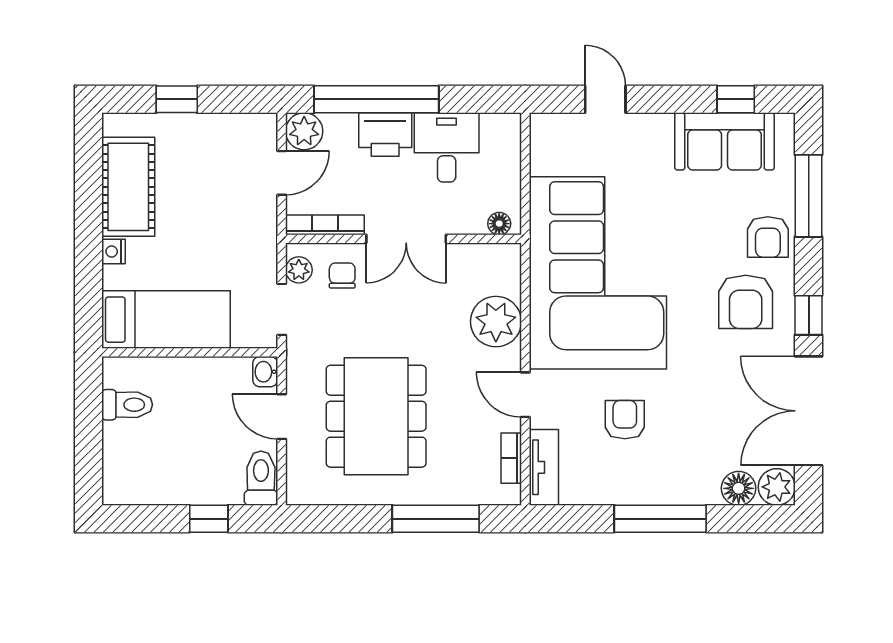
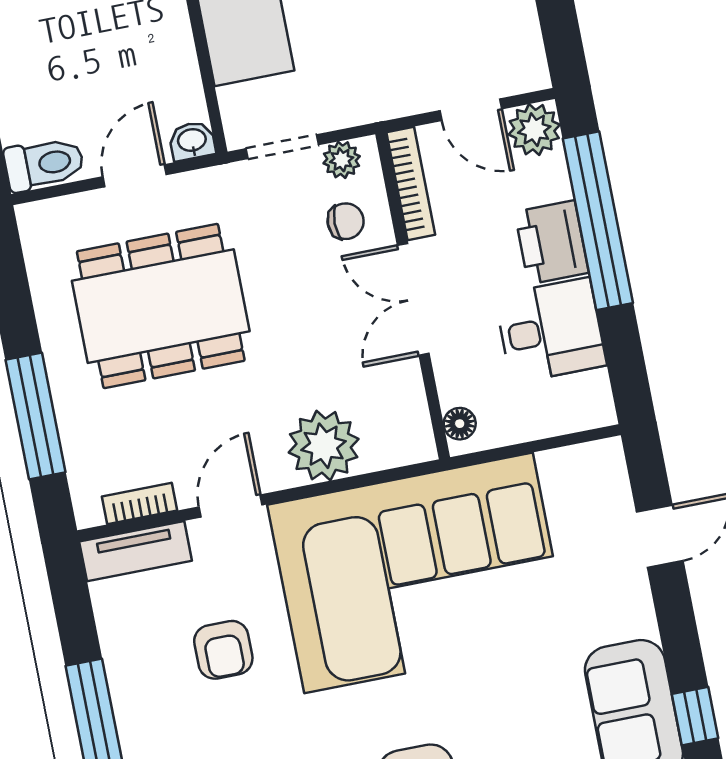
armchair: (625, 420) -> (223, 650), turned 90

